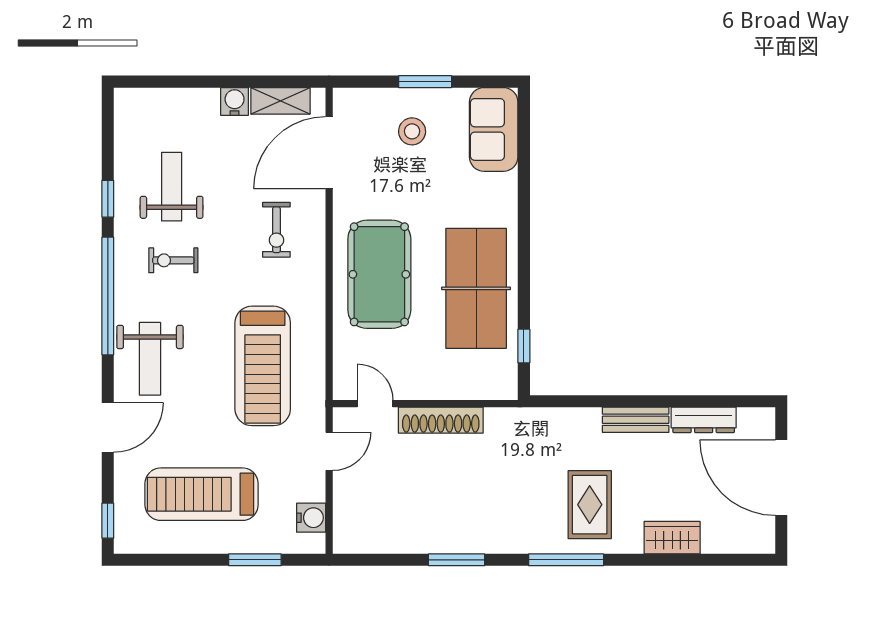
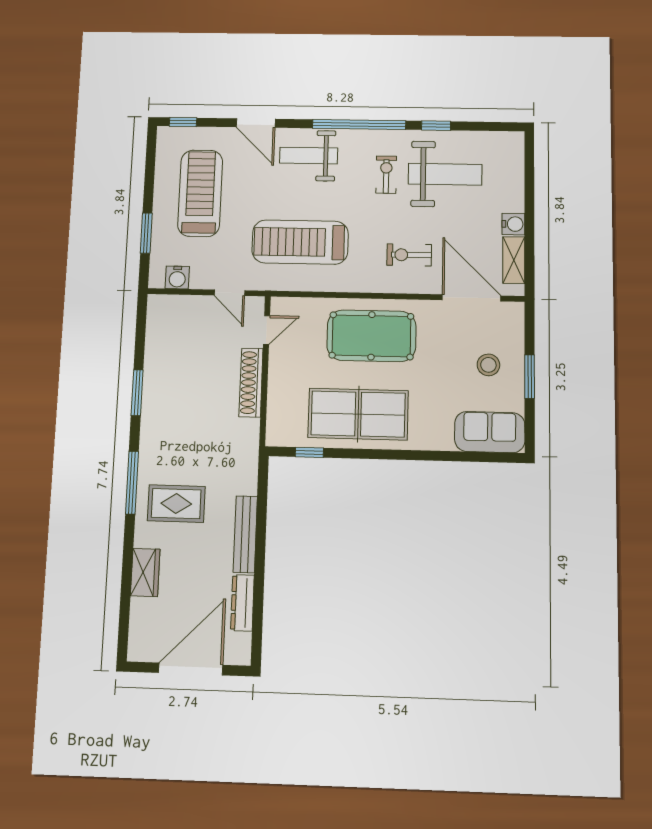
weight bench: (172, 187) -> (445, 174), width x1.36, depth x1.33
bench: (636, 420) -> (245, 534), width x1.36

